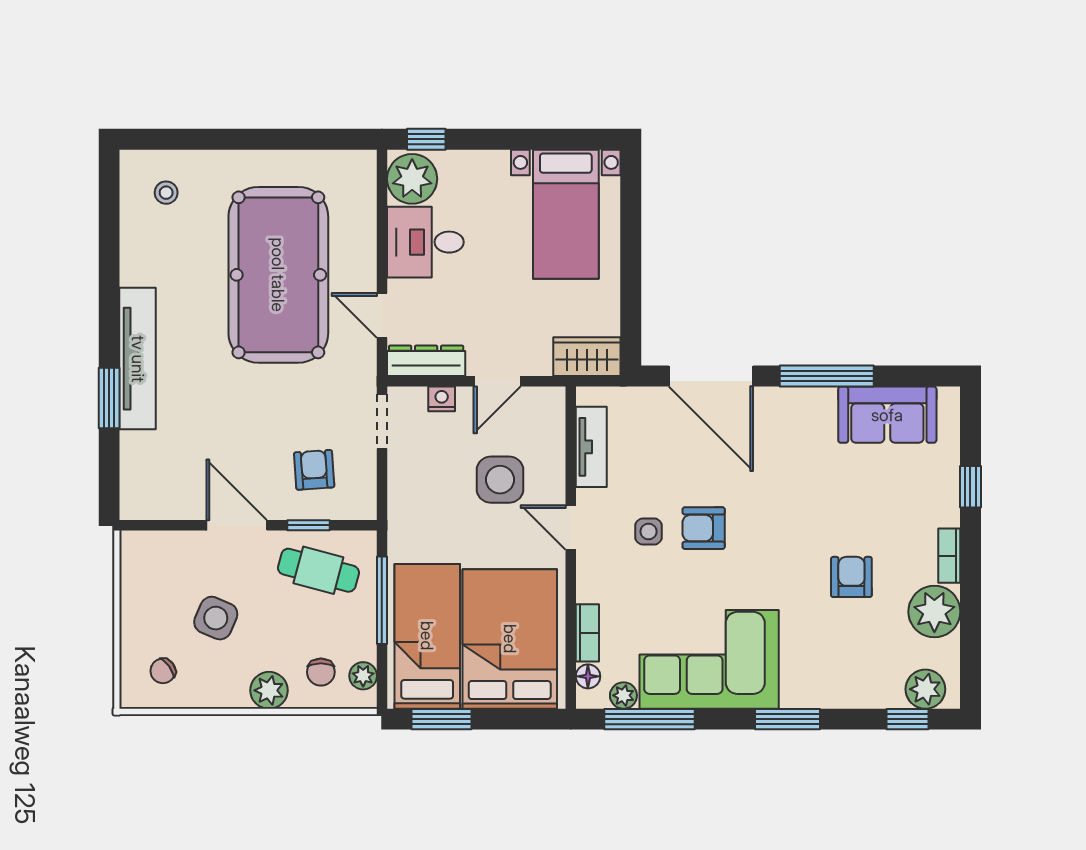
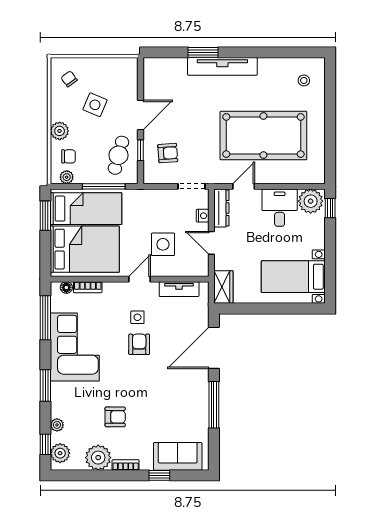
sofa: (887, 415) -> (178, 456), moved, turned 90
chair: (321, 672) -> (68, 156), turned 180
plant: (623, 695) -> (57, 425), moved

